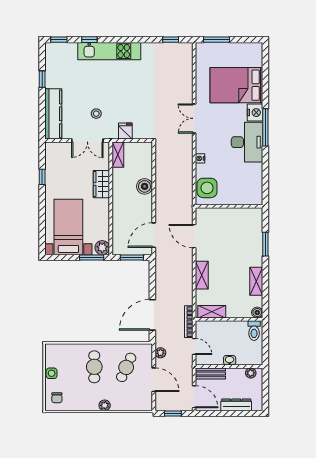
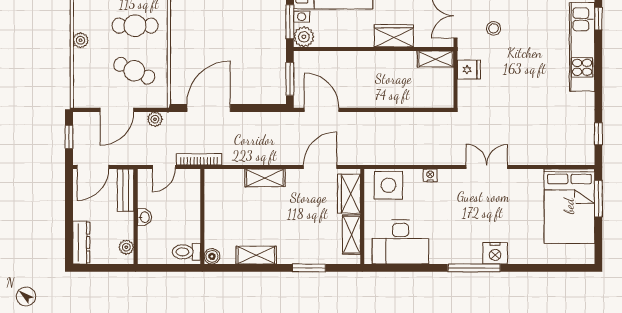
bed: (236, 85) -> (569, 206), moved, turned 180
desk: (247, 142) -> (400, 242), moved
boiler: (145, 186) -> (390, 97), removed
wardrobe: (213, 216) -> (349, 194), added
shelving: (212, 312) -> (351, 234), moved
door: (152, 315) -> (209, 108), hinge flipped
dresser: (236, 405) -> (81, 243), moved

